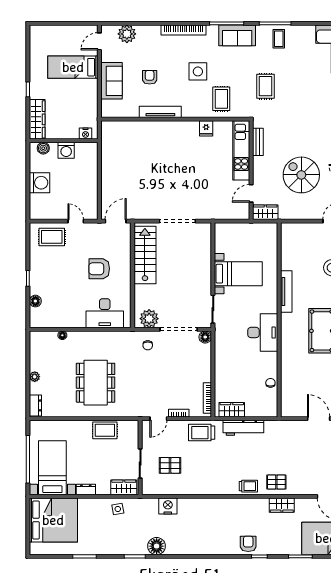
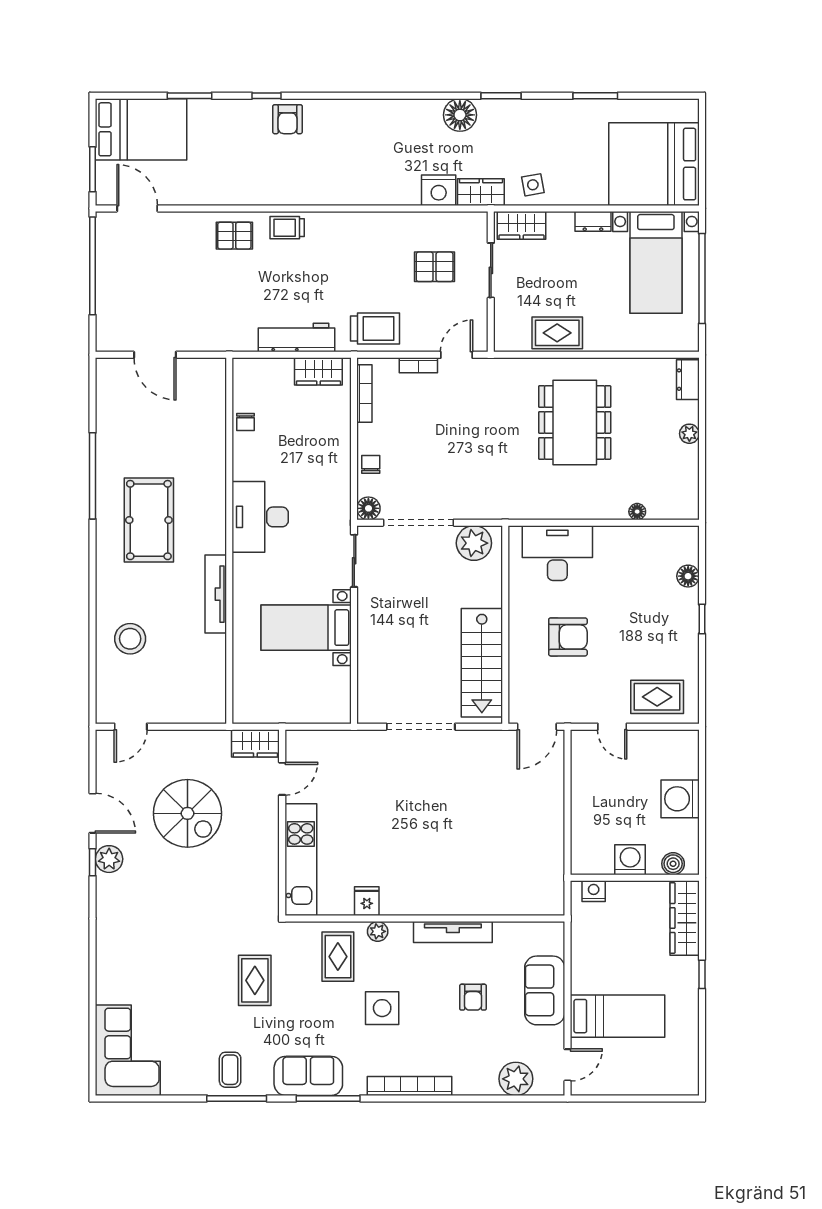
plant: (200, 112) -> (378, 931), added
bench: (258, 142) -> (269, 876), removed
chair: (148, 345) -> (371, 464), moved
wardrobe: (282, 505) -> (481, 192), moved

